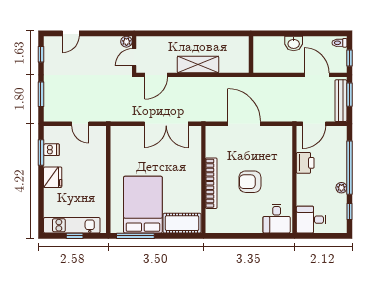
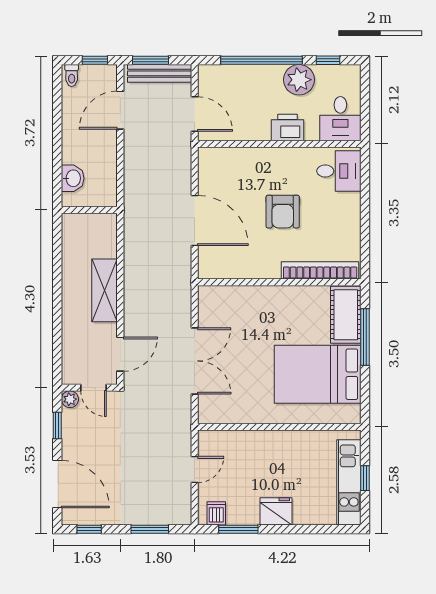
door: (71, 33) -> (57, 484), width x1.88
window: (109, 33) -> (57, 425), added
washbasin: (294, 43) -> (73, 178), moved
door: (156, 75) -> (120, 354), hinge flipped
double door: (166, 124) -> (195, 361), moved
door: (244, 124) -> (195, 220), swing flipped
dishwasher: (51, 150) -> (216, 513), moved
printer: (305, 163) -> (287, 127), moved
bookcase: (211, 183) -> (320, 270), moved
plant: (341, 188) -> (299, 80), width x1.88, depth x1.88
window: (135, 236) -> (365, 337), moved

